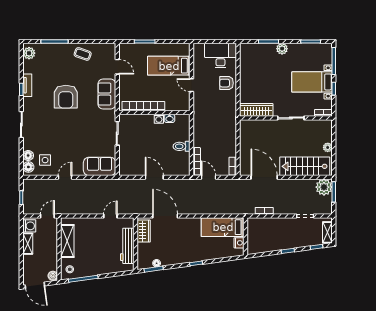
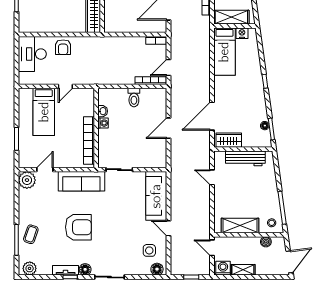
plant: (108, 51) -> (27, 180), added
coffee table: (83, 54) -> (31, 234), moved
sofa: (107, 94) -> (81, 181), width x1.36
floor lamp: (28, 155) -> (85, 269), moved
sofa: (100, 166) -> (156, 196), width x1.36
shelving: (253, 233) -> (231, 17), added
boiler: (53, 276) -> (266, 242), moved

